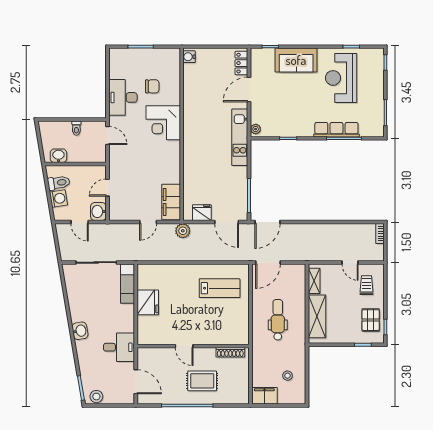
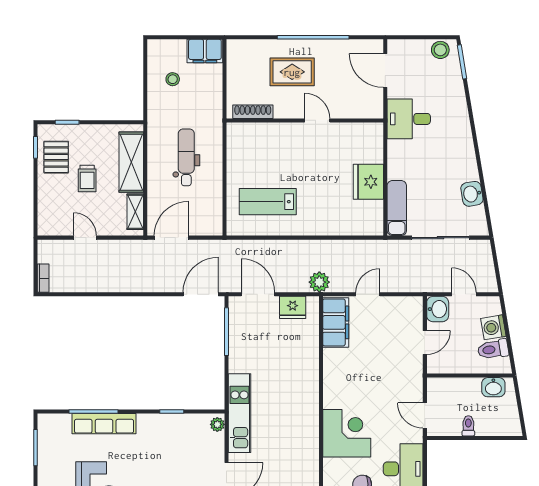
door: (268, 262) -> (172, 238), moved
trolley: (367, 285) -> (87, 179), moved
dental chair: (278, 320) -> (186, 157), turned 180
washbasin: (80, 331) -> (472, 194), moved

